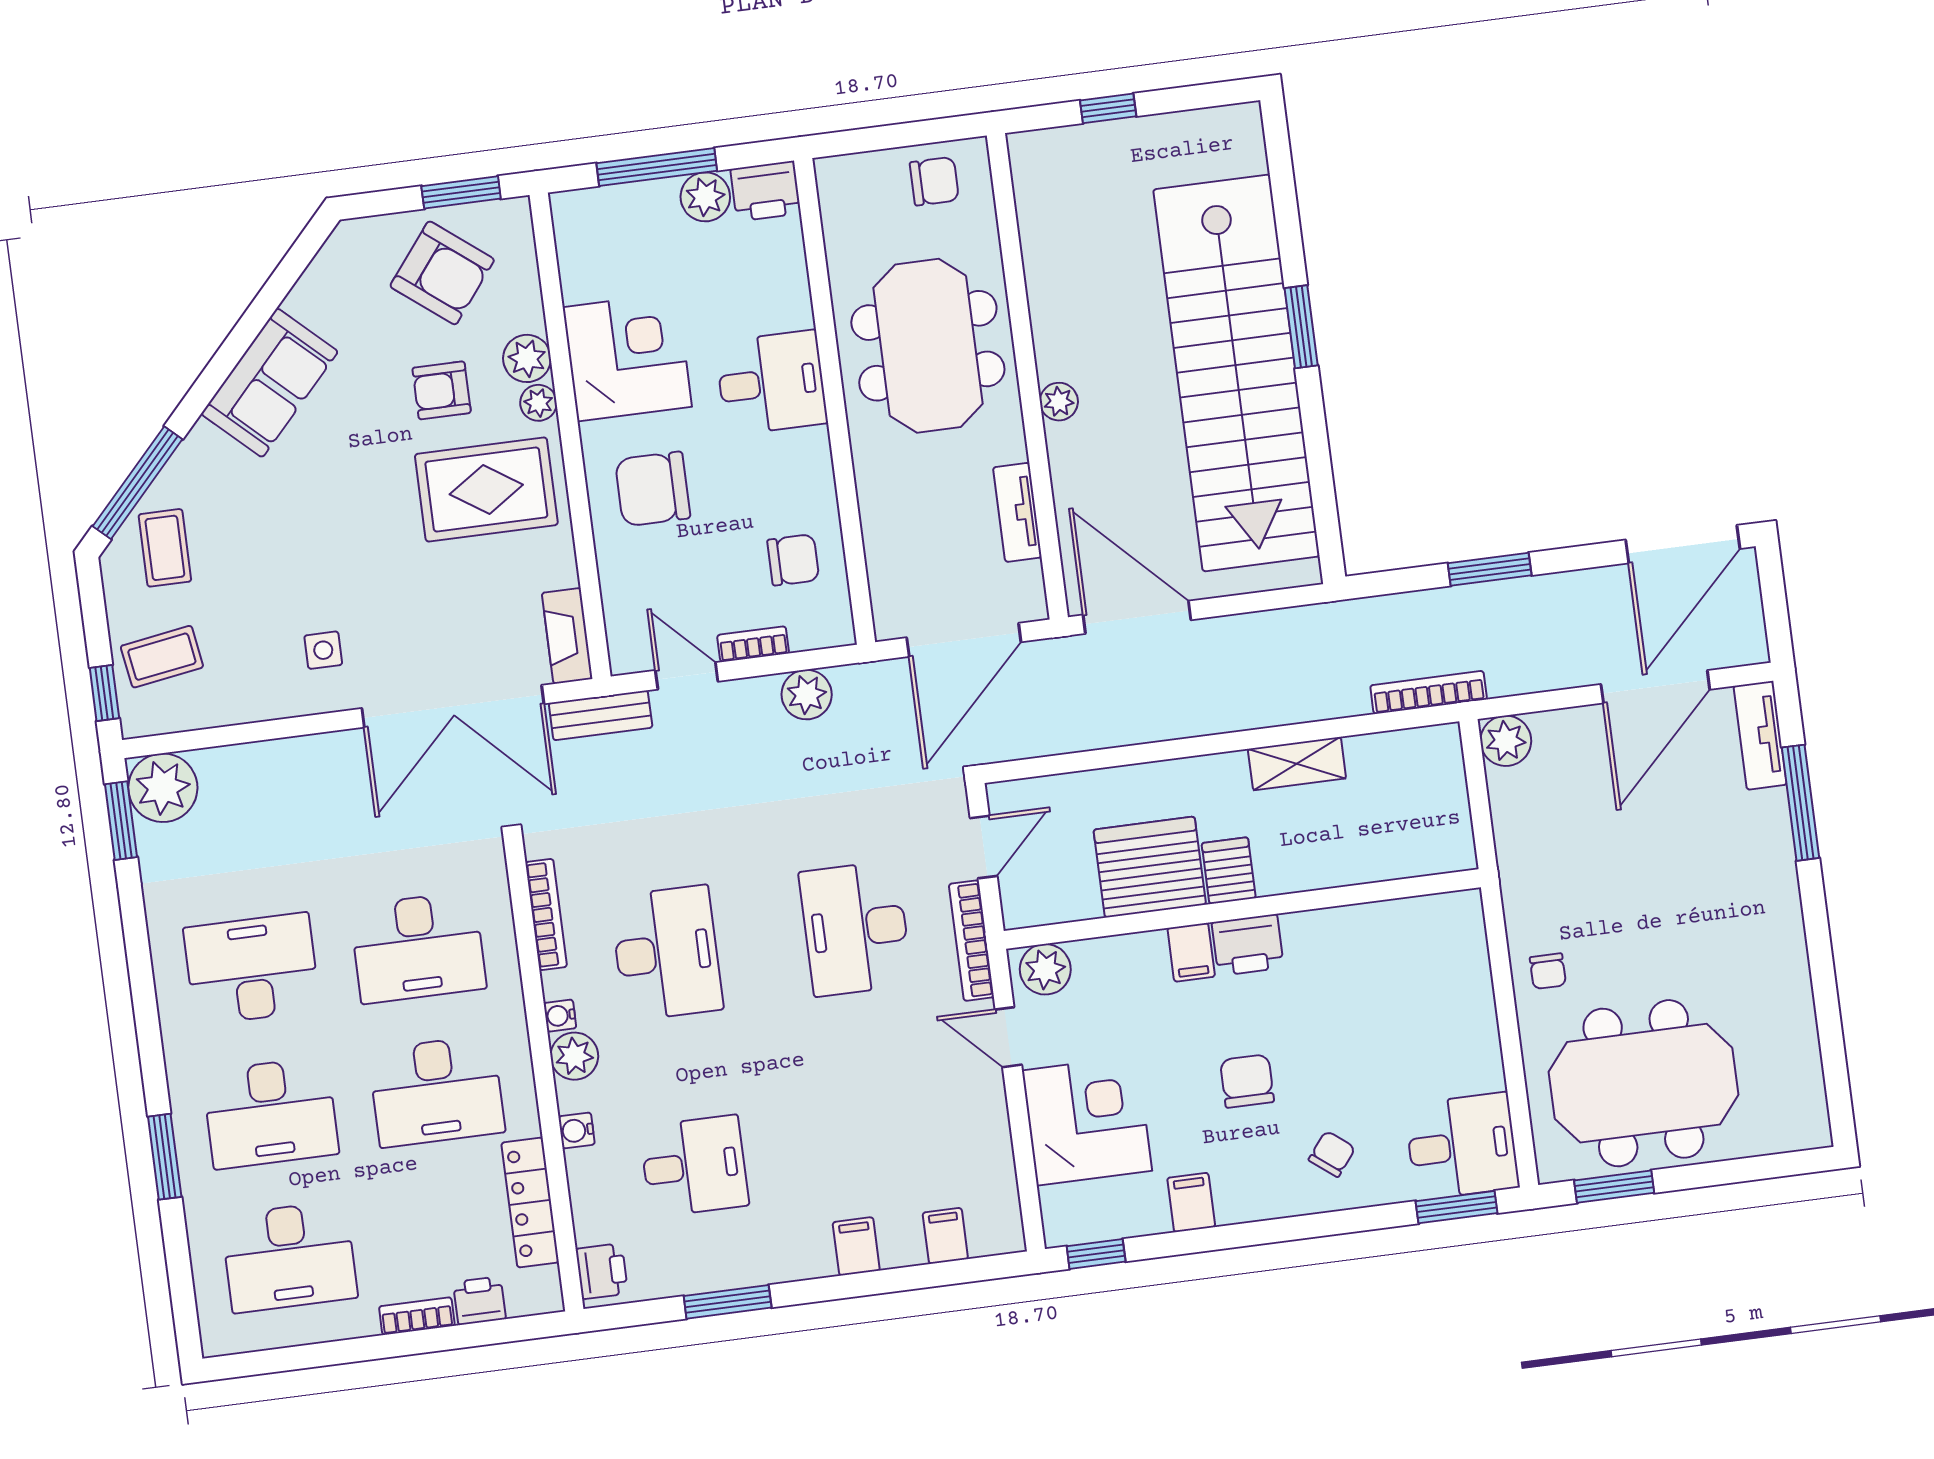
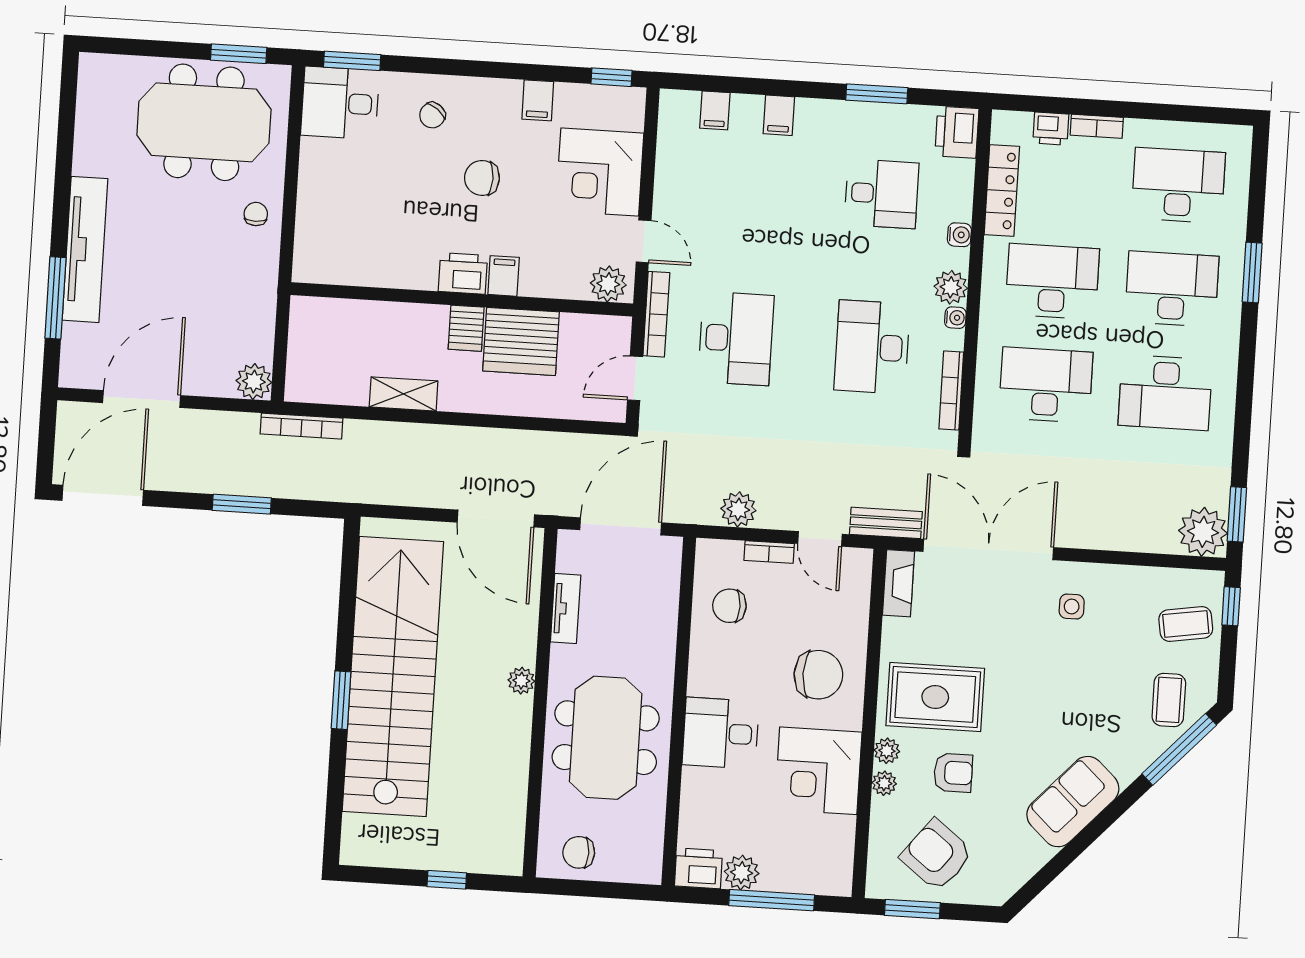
plant: (527, 358) -> (884, 783), width x0.73, depth x0.73
tv unit: (1760, 735) -> (85, 249), moved, width x1.92, depth x1.29
chair: (1247, 1081) -> (482, 178), turned 90
desk: (694, 1166) -> (882, 194), turned 180
printer: (602, 1271) -> (957, 132), width x1.36, depth x1.24

